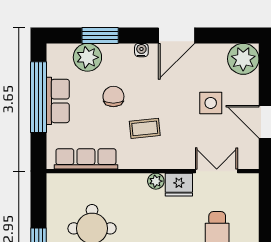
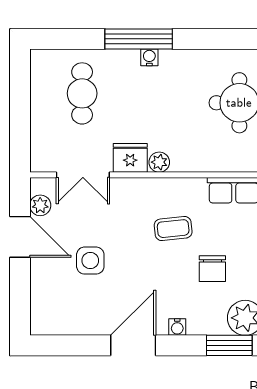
plant: (243, 59) -> (40, 205), moved, width x0.53, depth x0.53

